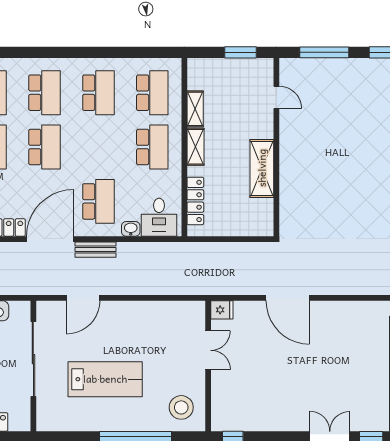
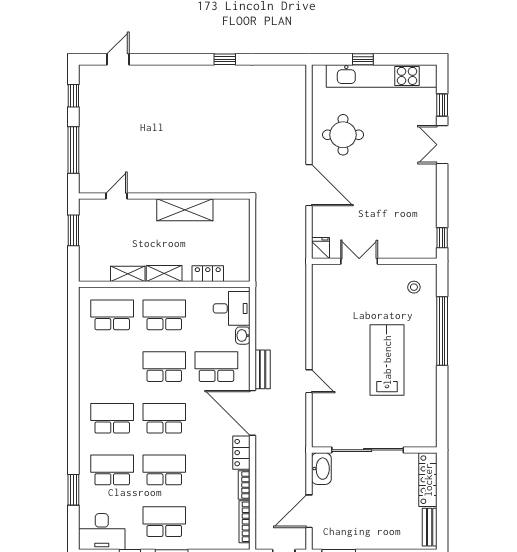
school desk: (98, 93) -> (164, 367), moved
locker: (195, 201) -> (208, 274), width x0.66
door: (83, 298) -> (309, 381), width x0.73
door: (288, 298) -> (309, 185), hinge flipped
round table: (340, 333) -> (343, 135), added
sliding door: (33, 359) -> (368, 450), moved
wall: (33, 366) -> (374, 450), moved
stool: (181, 407) -> (414, 287), width x0.53, depth x0.53

